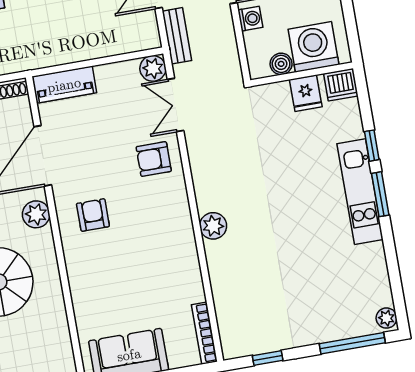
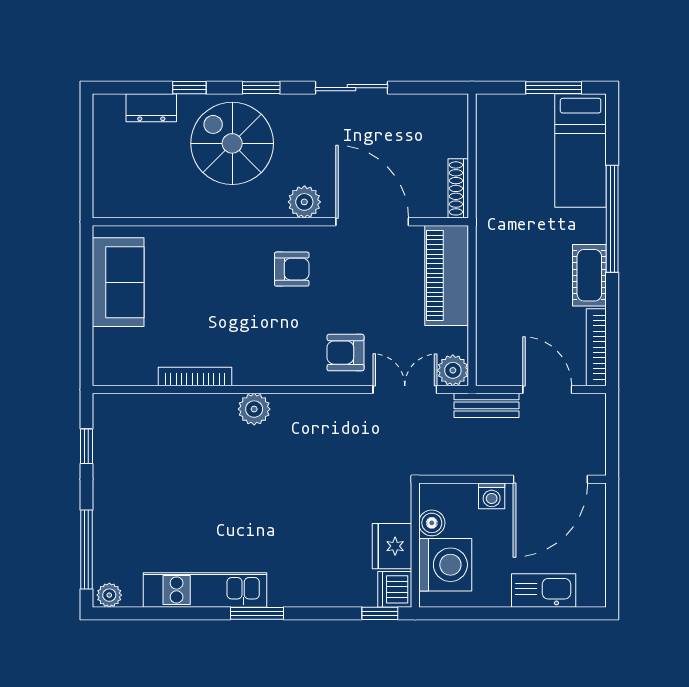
piano: (64, 85) -> (447, 276), width x1.37, depth x1.33
fridge: (306, 93) -> (392, 546), width x1.38
window: (372, 146) -> (380, 613), moved
armchair: (154, 159) -> (345, 353), turned -90
kitchen unit: (360, 192) -> (205, 590), moved
bookcase: (204, 333) -> (195, 377), moved

